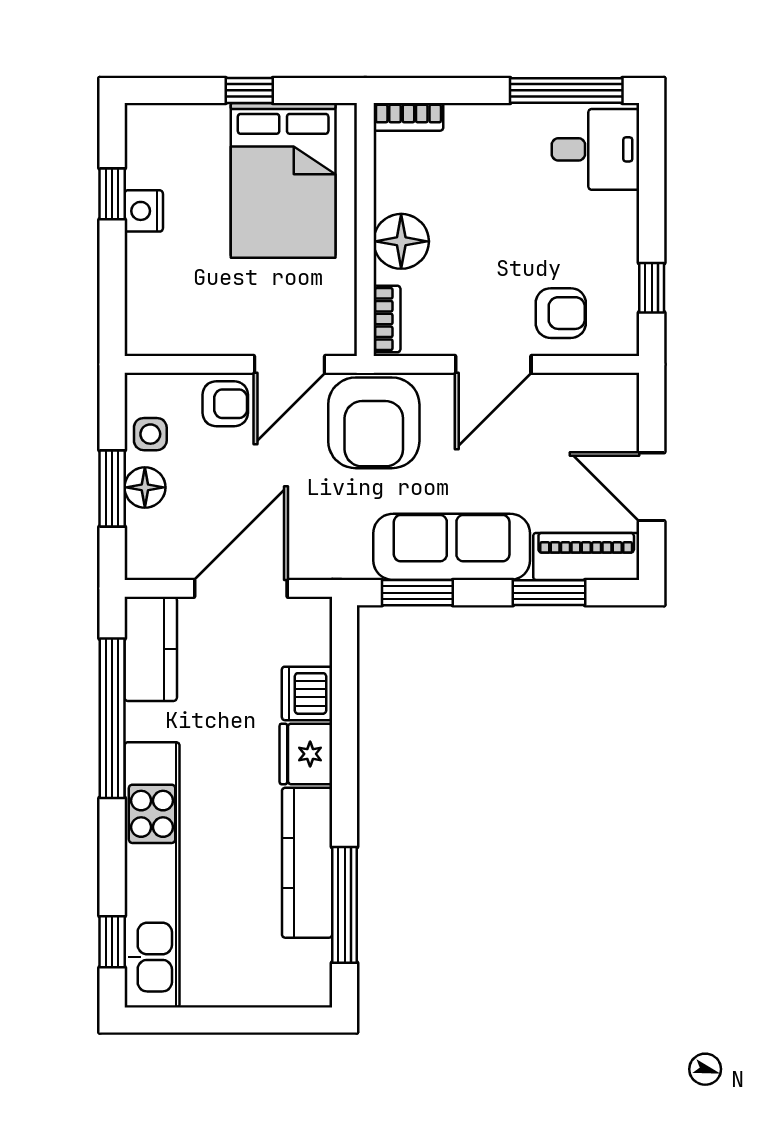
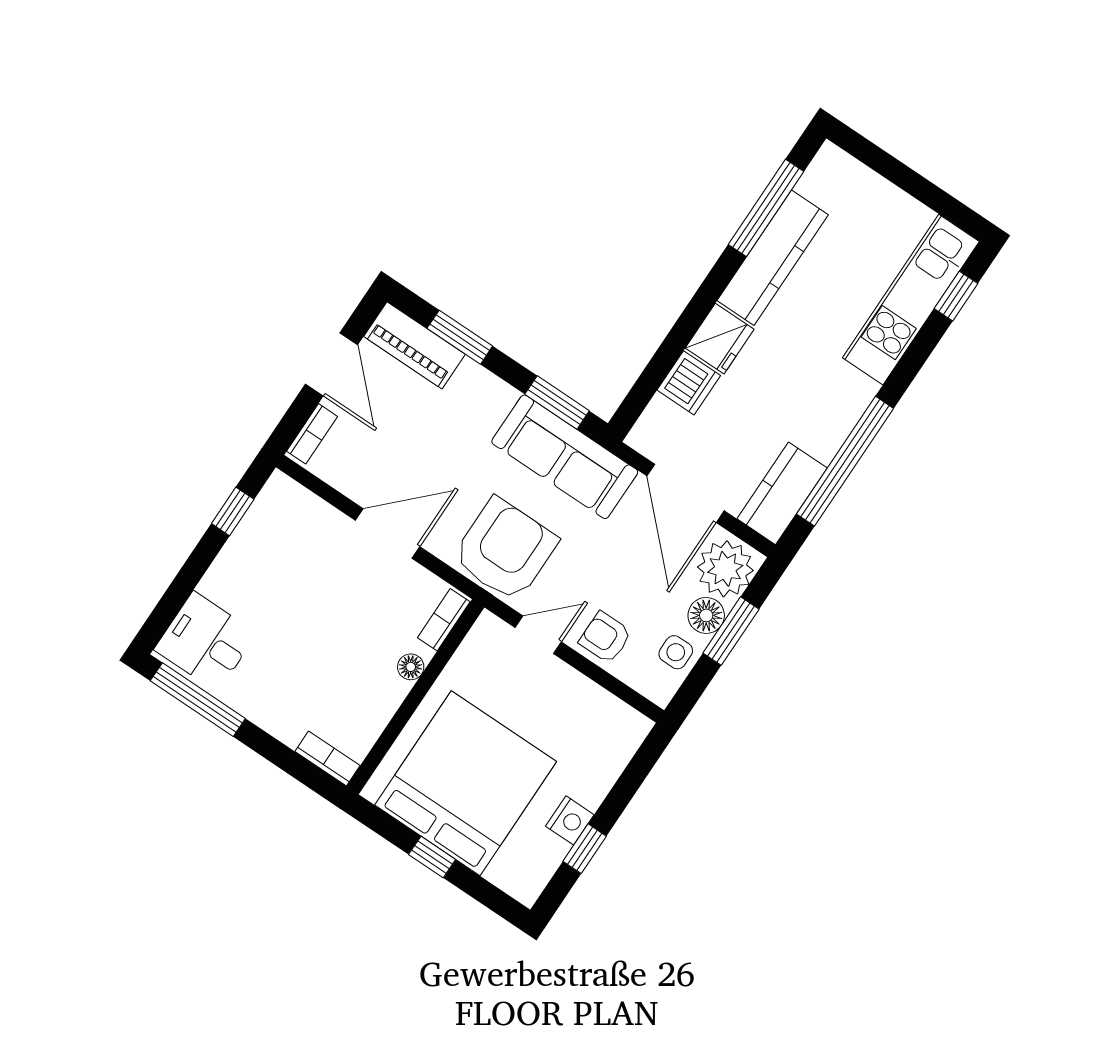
bed: (283, 180) -> (466, 783), width x1.36
floor lamp: (401, 241) -> (411, 667), width x0.53, depth x0.53
armchair: (561, 313) -> (312, 538), removed
door: (289, 364) -> (538, 635), width x0.73
bookcase: (626, 410) -> (312, 434), added
plant: (156, 543) -> (725, 569), added
sofa: (452, 547) -> (565, 457), moved
door: (241, 588) -> (686, 493), hinge flipped
kitchen unit: (152, 875) -> (911, 300), width x0.73

